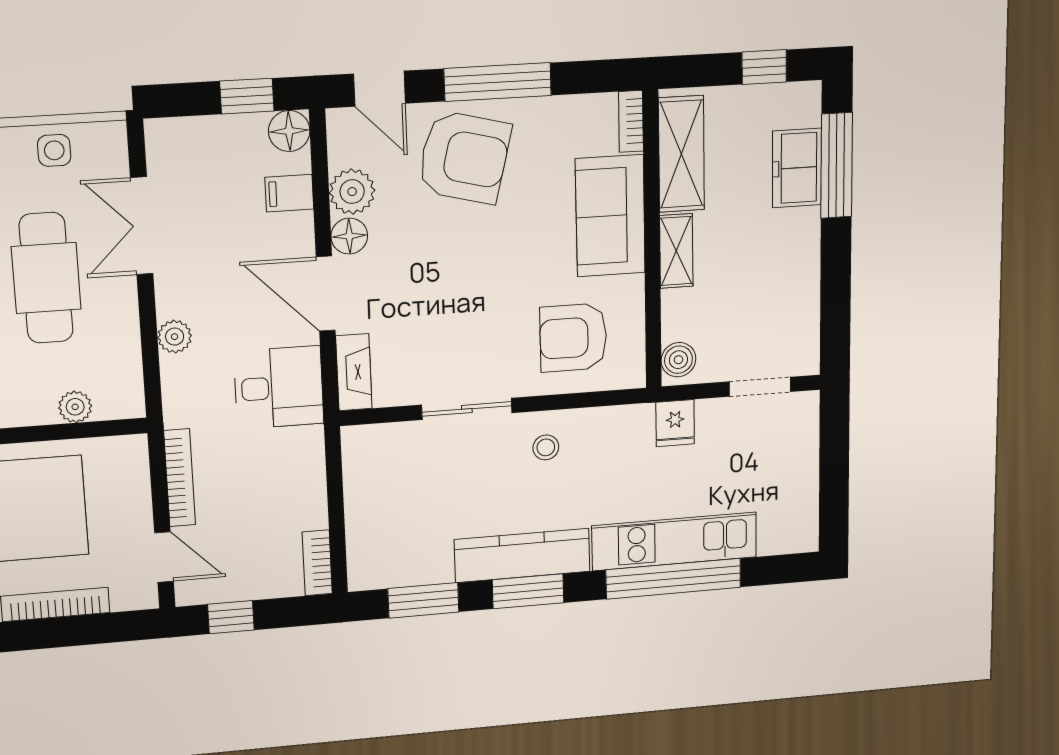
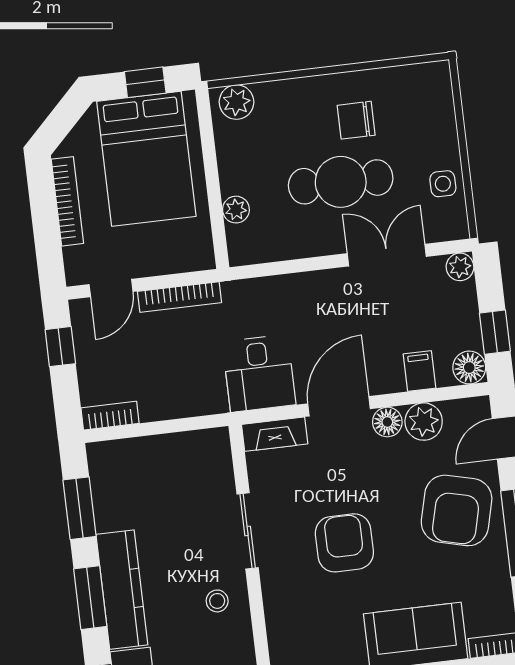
plant: (175, 337) -> (460, 267), moved
armchair: (573, 338) -> (344, 543), moved

